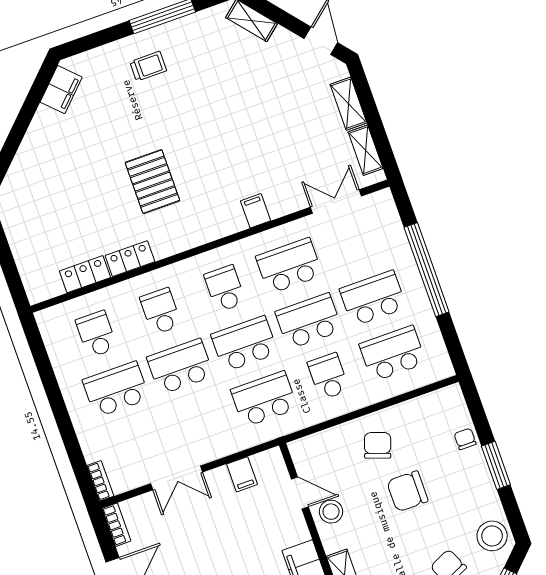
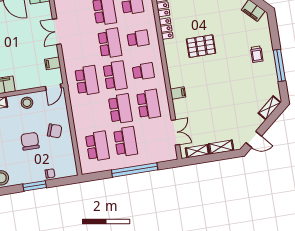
school desk: (328, 376) -> (92, 113), removed
door: (300, 493) -> (53, 87), moved

